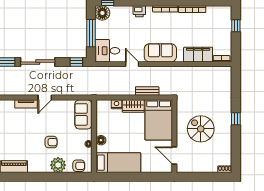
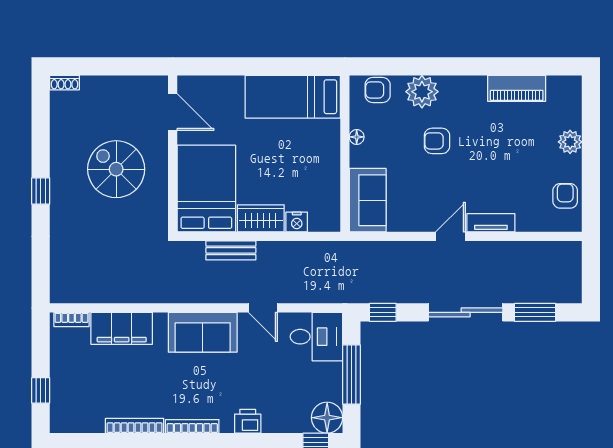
spiral stairs: (201, 129) -> (116, 169), turned 180
floor lamp: (101, 140) -> (330, 145), removed

